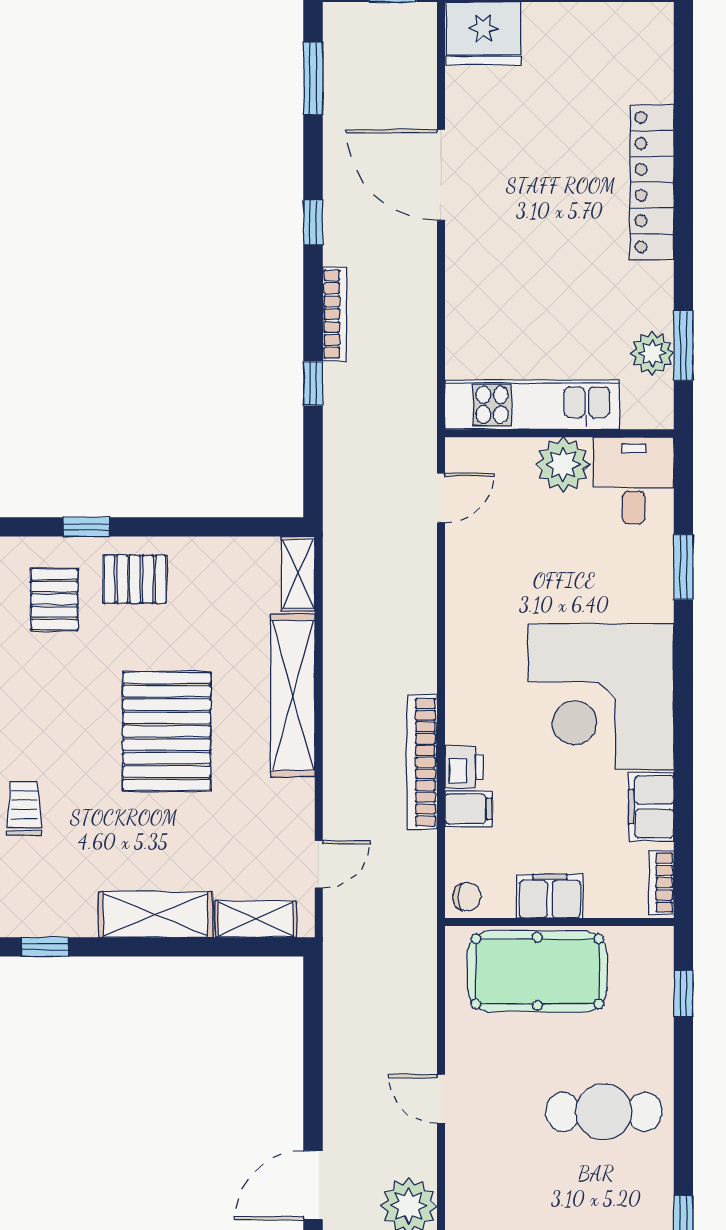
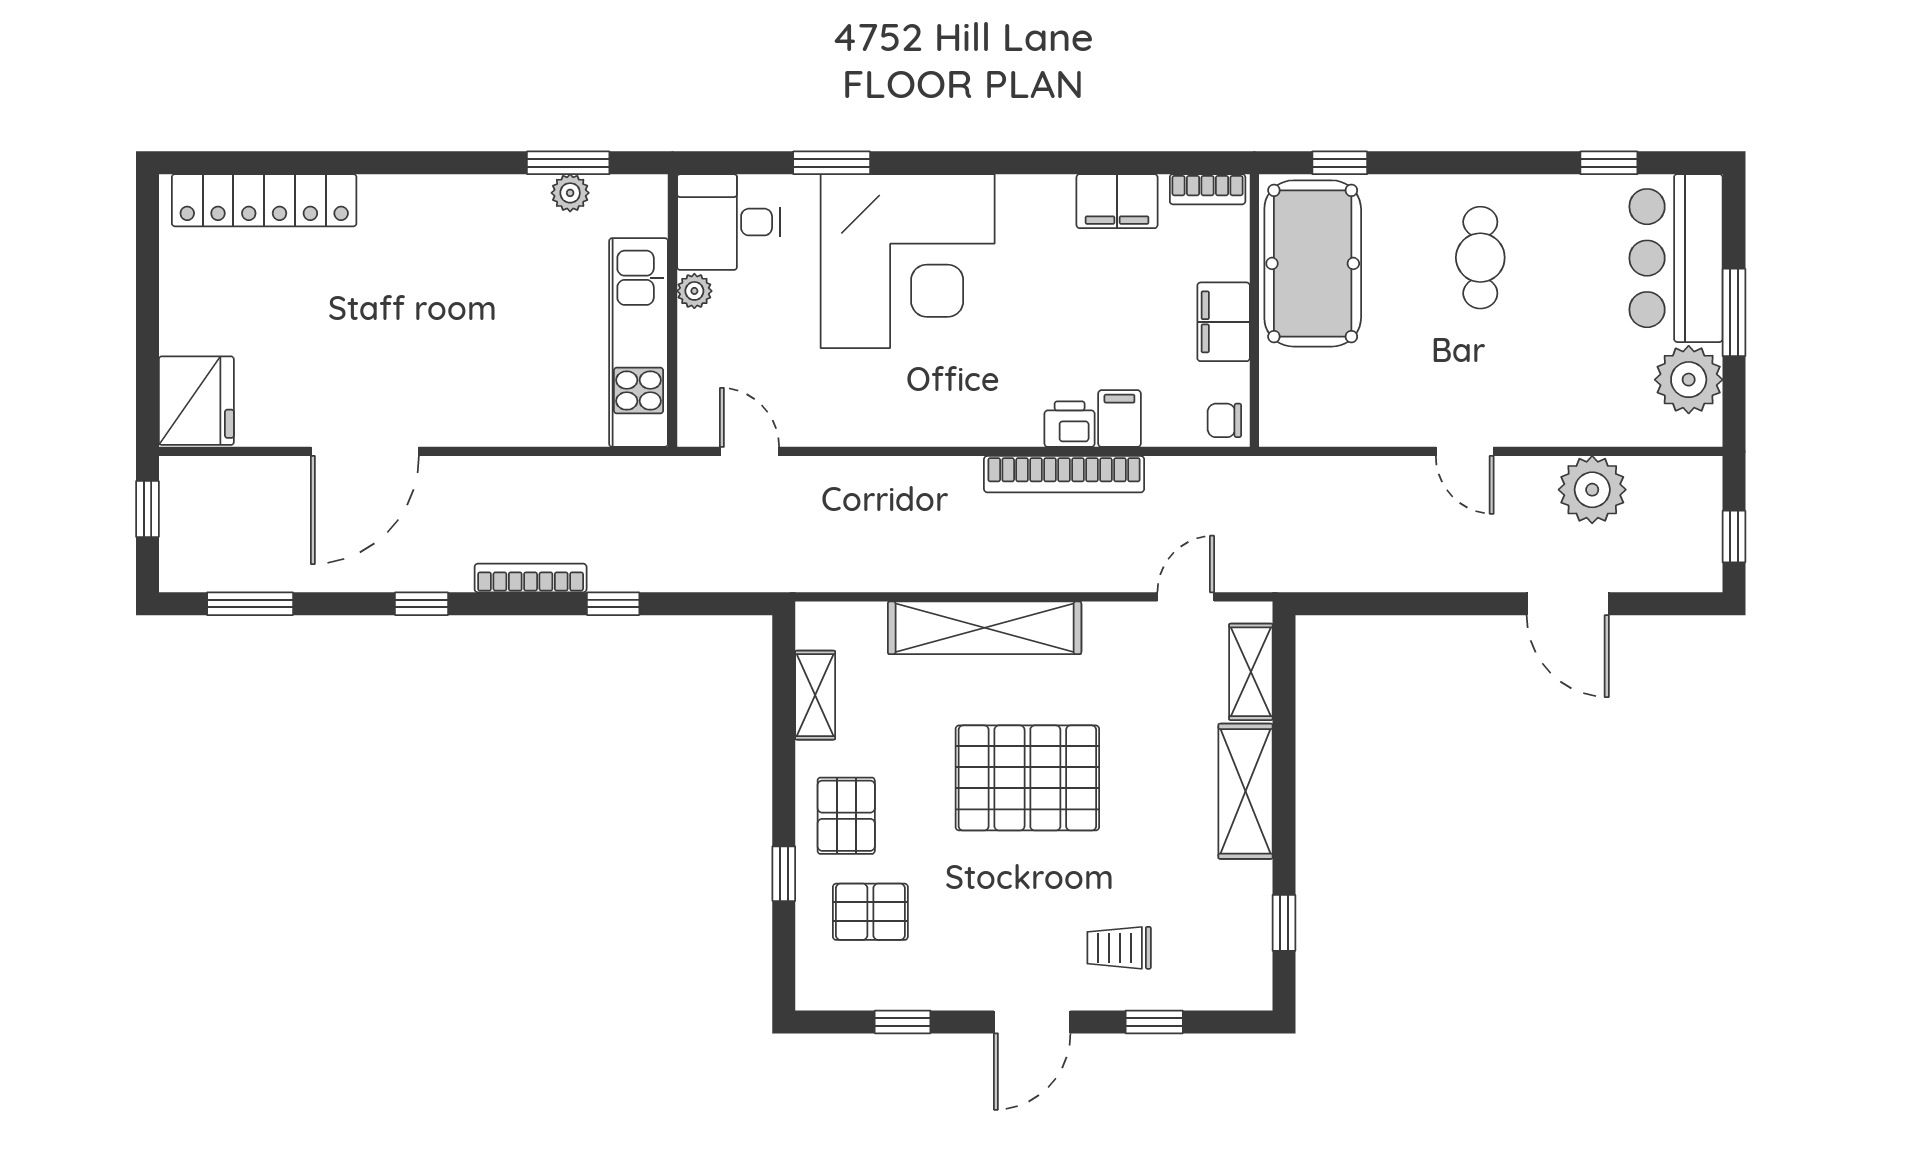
locker: (652, 182) -> (264, 200), moved
plant: (652, 353) -> (570, 193), width x0.73, depth x0.73
plant: (563, 464) -> (694, 291), width x0.53, depth x0.53
shelving: (298, 574) -> (815, 695), moved, turned 90
corner desk: (601, 697) -> (908, 261), moved
door: (319, 864) -> (1186, 597), hinge flipped
chair: (467, 897) -> (1224, 420), turned -90
pool table: (537, 971) -> (1313, 263), moved
door: (441, 1099) -> (1465, 451), hinge flipped
cafe table: (604, 1112) -> (1480, 258), width x0.73, depth x0.74

